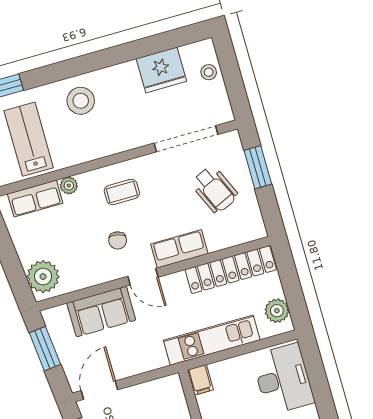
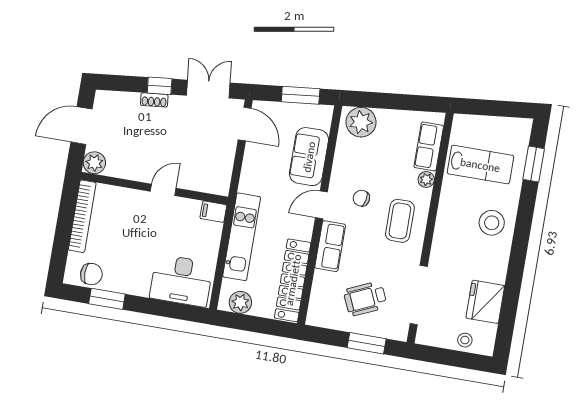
coffee table: (122, 192) -> (400, 221), width x1.36, depth x1.30

